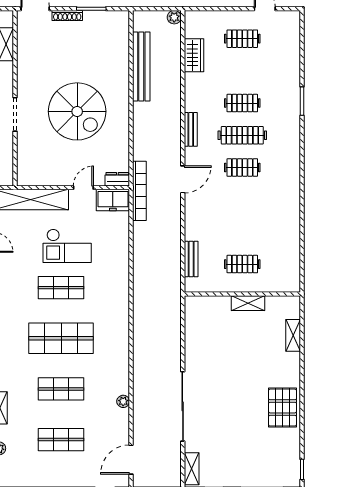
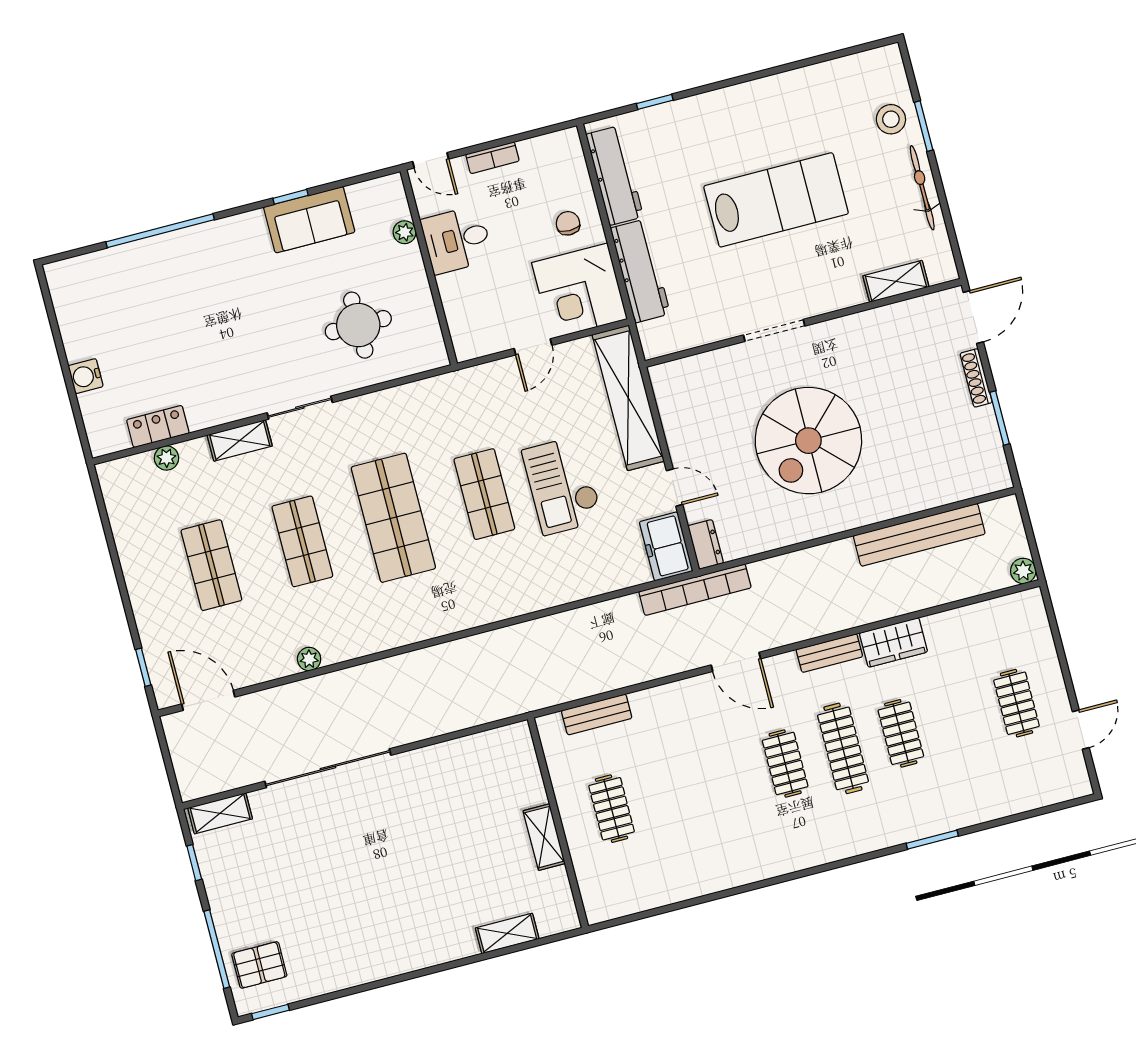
wardrobe: (194, 55) -> (893, 642), moved
pallet: (282, 408) -> (259, 965), moved, width x0.67, depth x0.71

